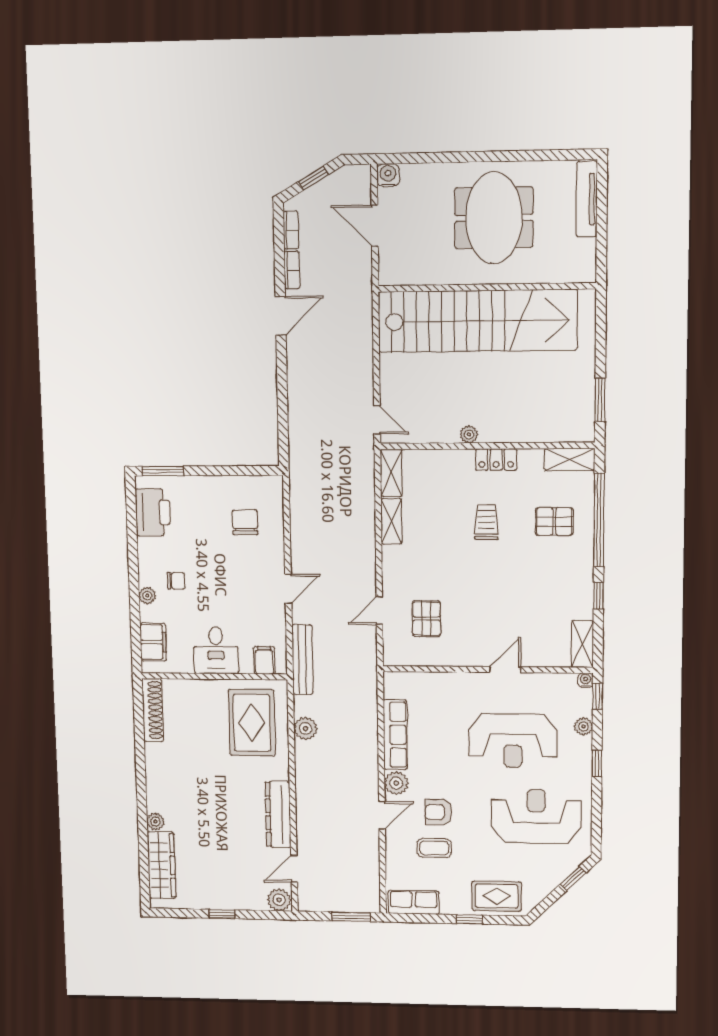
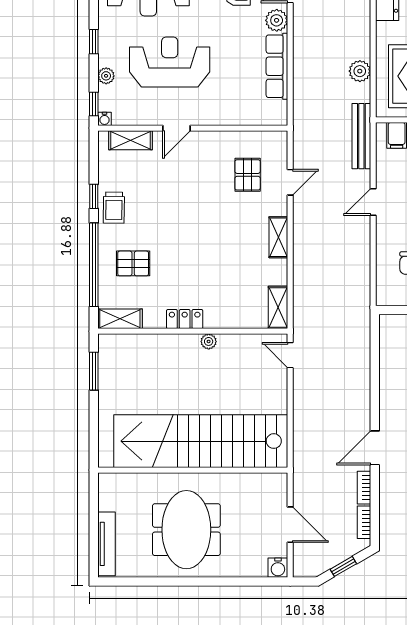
shelving: (391, 521) -> (278, 237), moved
trolley: (486, 522) -> (114, 208), moved
shelving: (582, 644) -> (130, 140), moved, turned 90

